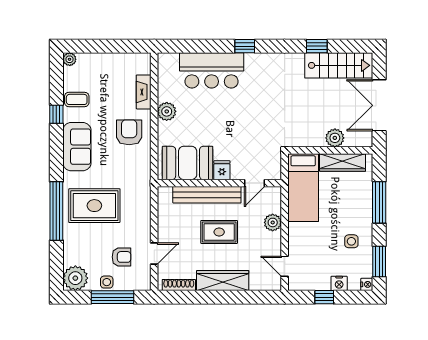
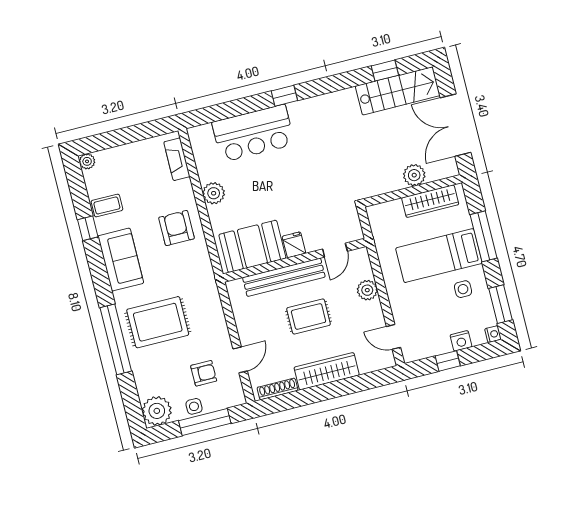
window: (317, 46) -> (385, 71), moved
fireplace: (144, 92) -> (177, 159), moved
bed: (303, 188) -> (439, 256), moved, turned 90

